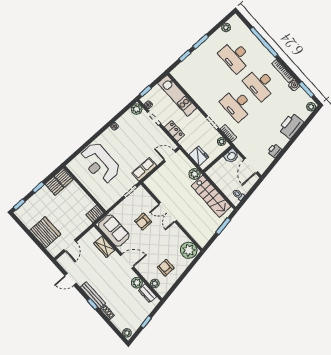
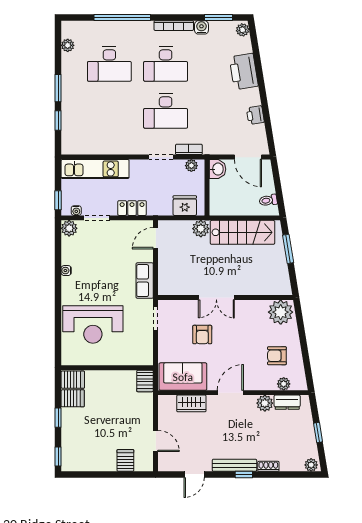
server rack: (45, 232) -> (125, 460), width x0.46, depth x0.70

